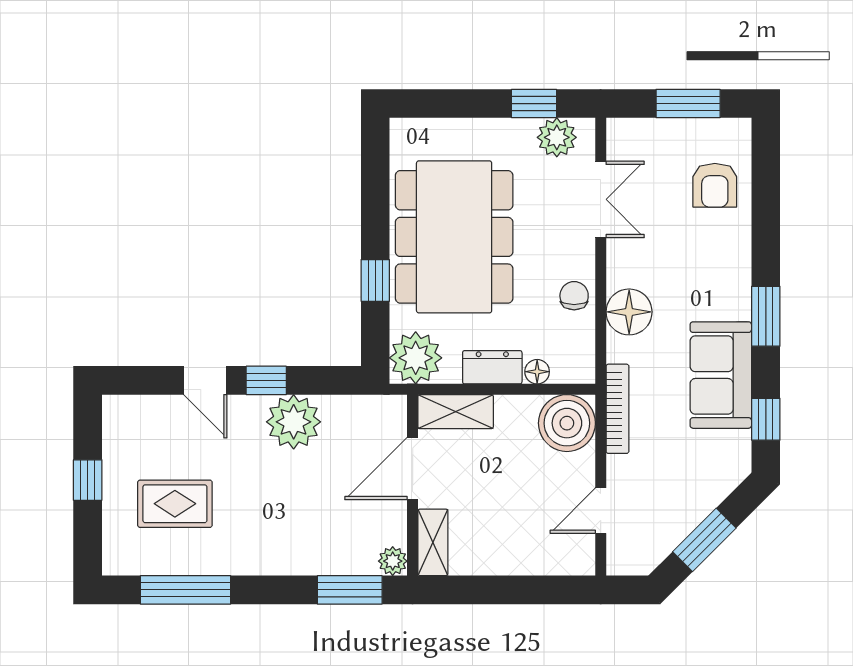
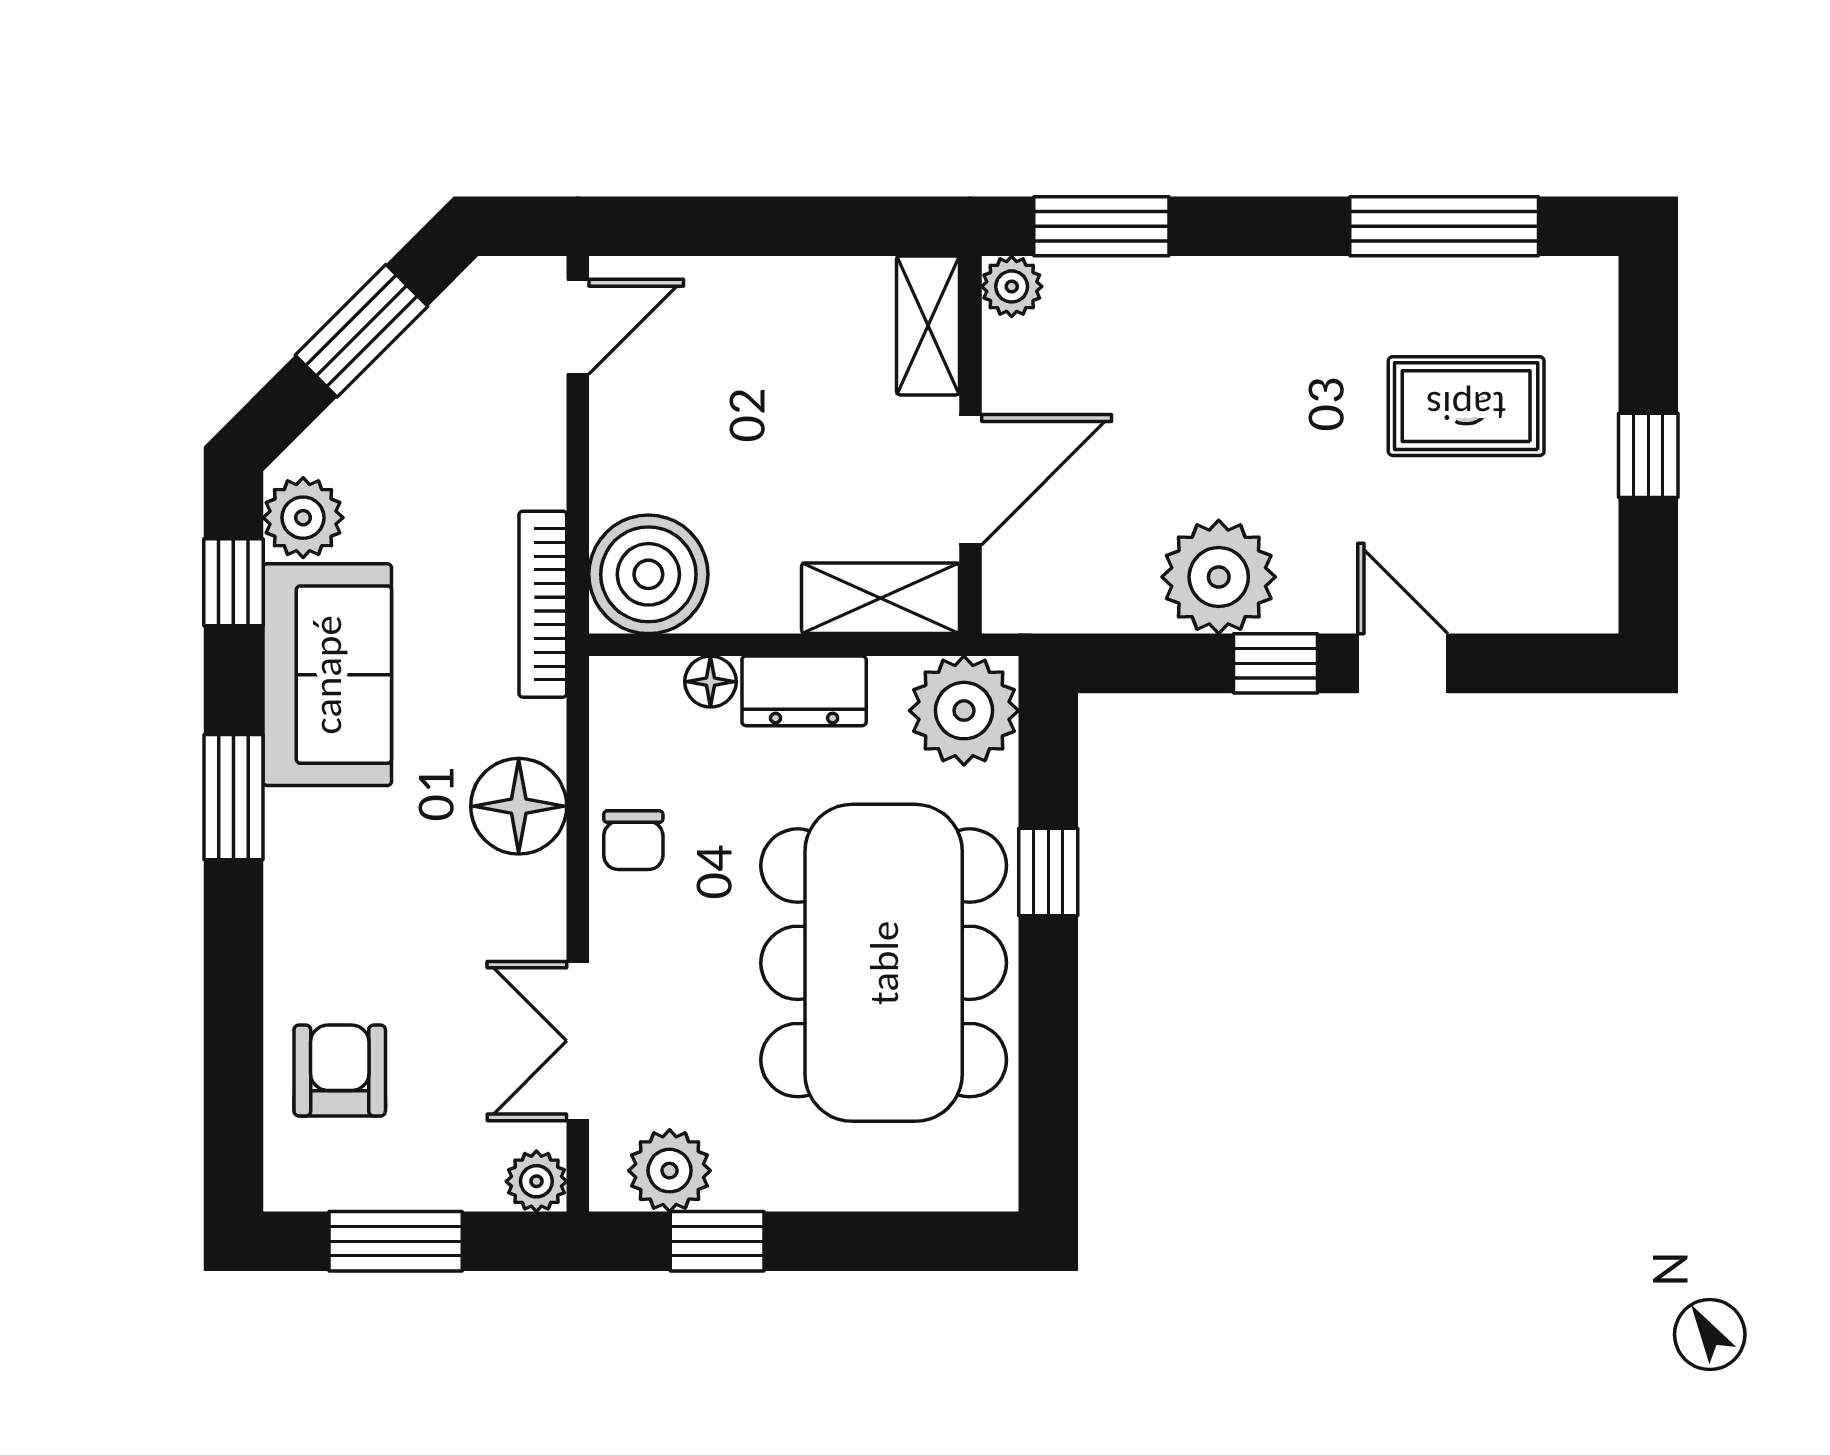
plant: (621, 132) -> (536, 1181), added
plant: (732, 450) -> (303, 518), added
door: (601, 511) -> (578, 327), moved

